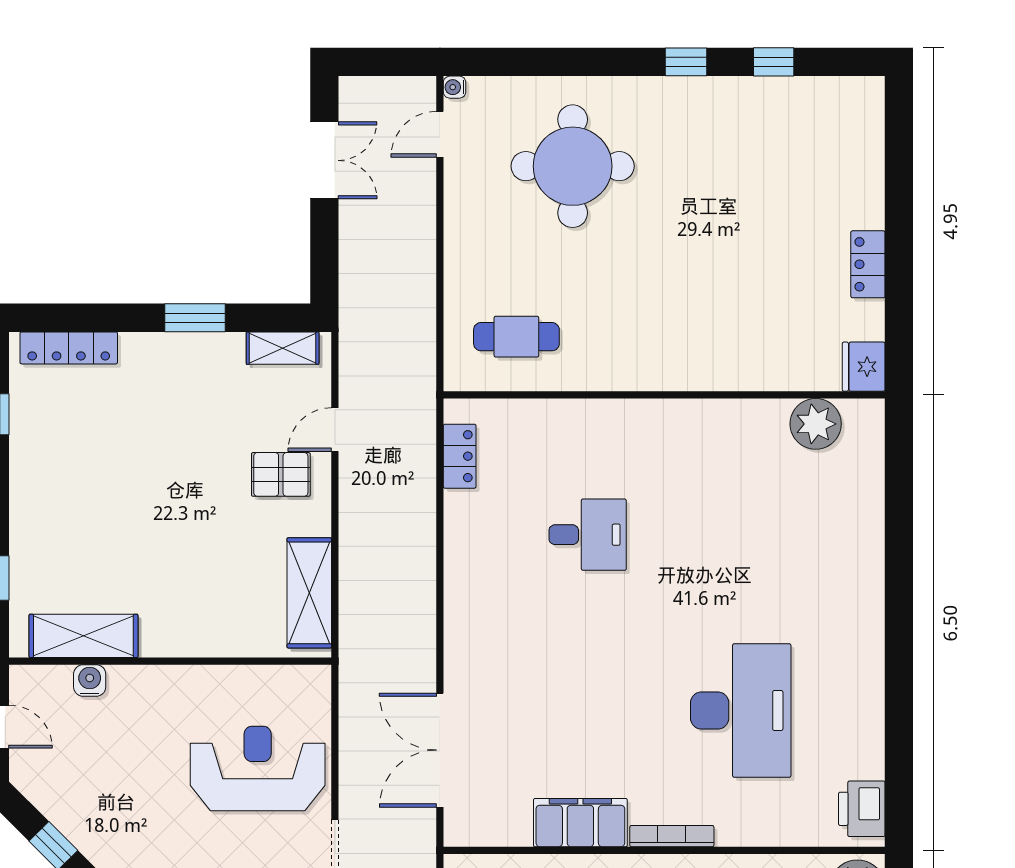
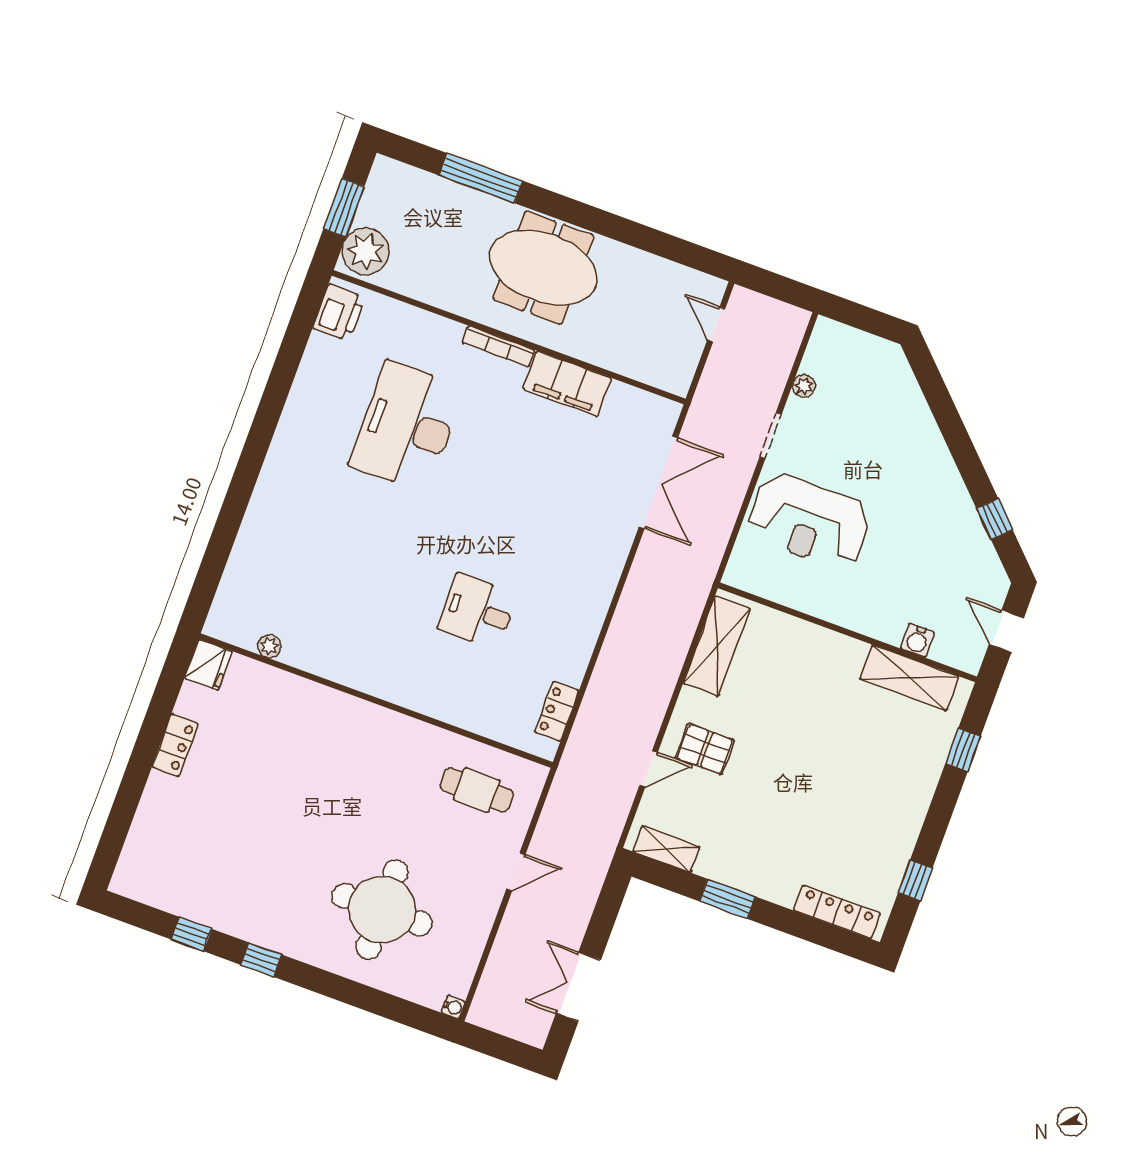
door: (440, 134) -> (516, 872), moved
plant: (816, 424) -> (269, 646), width x0.53, depth x0.53

